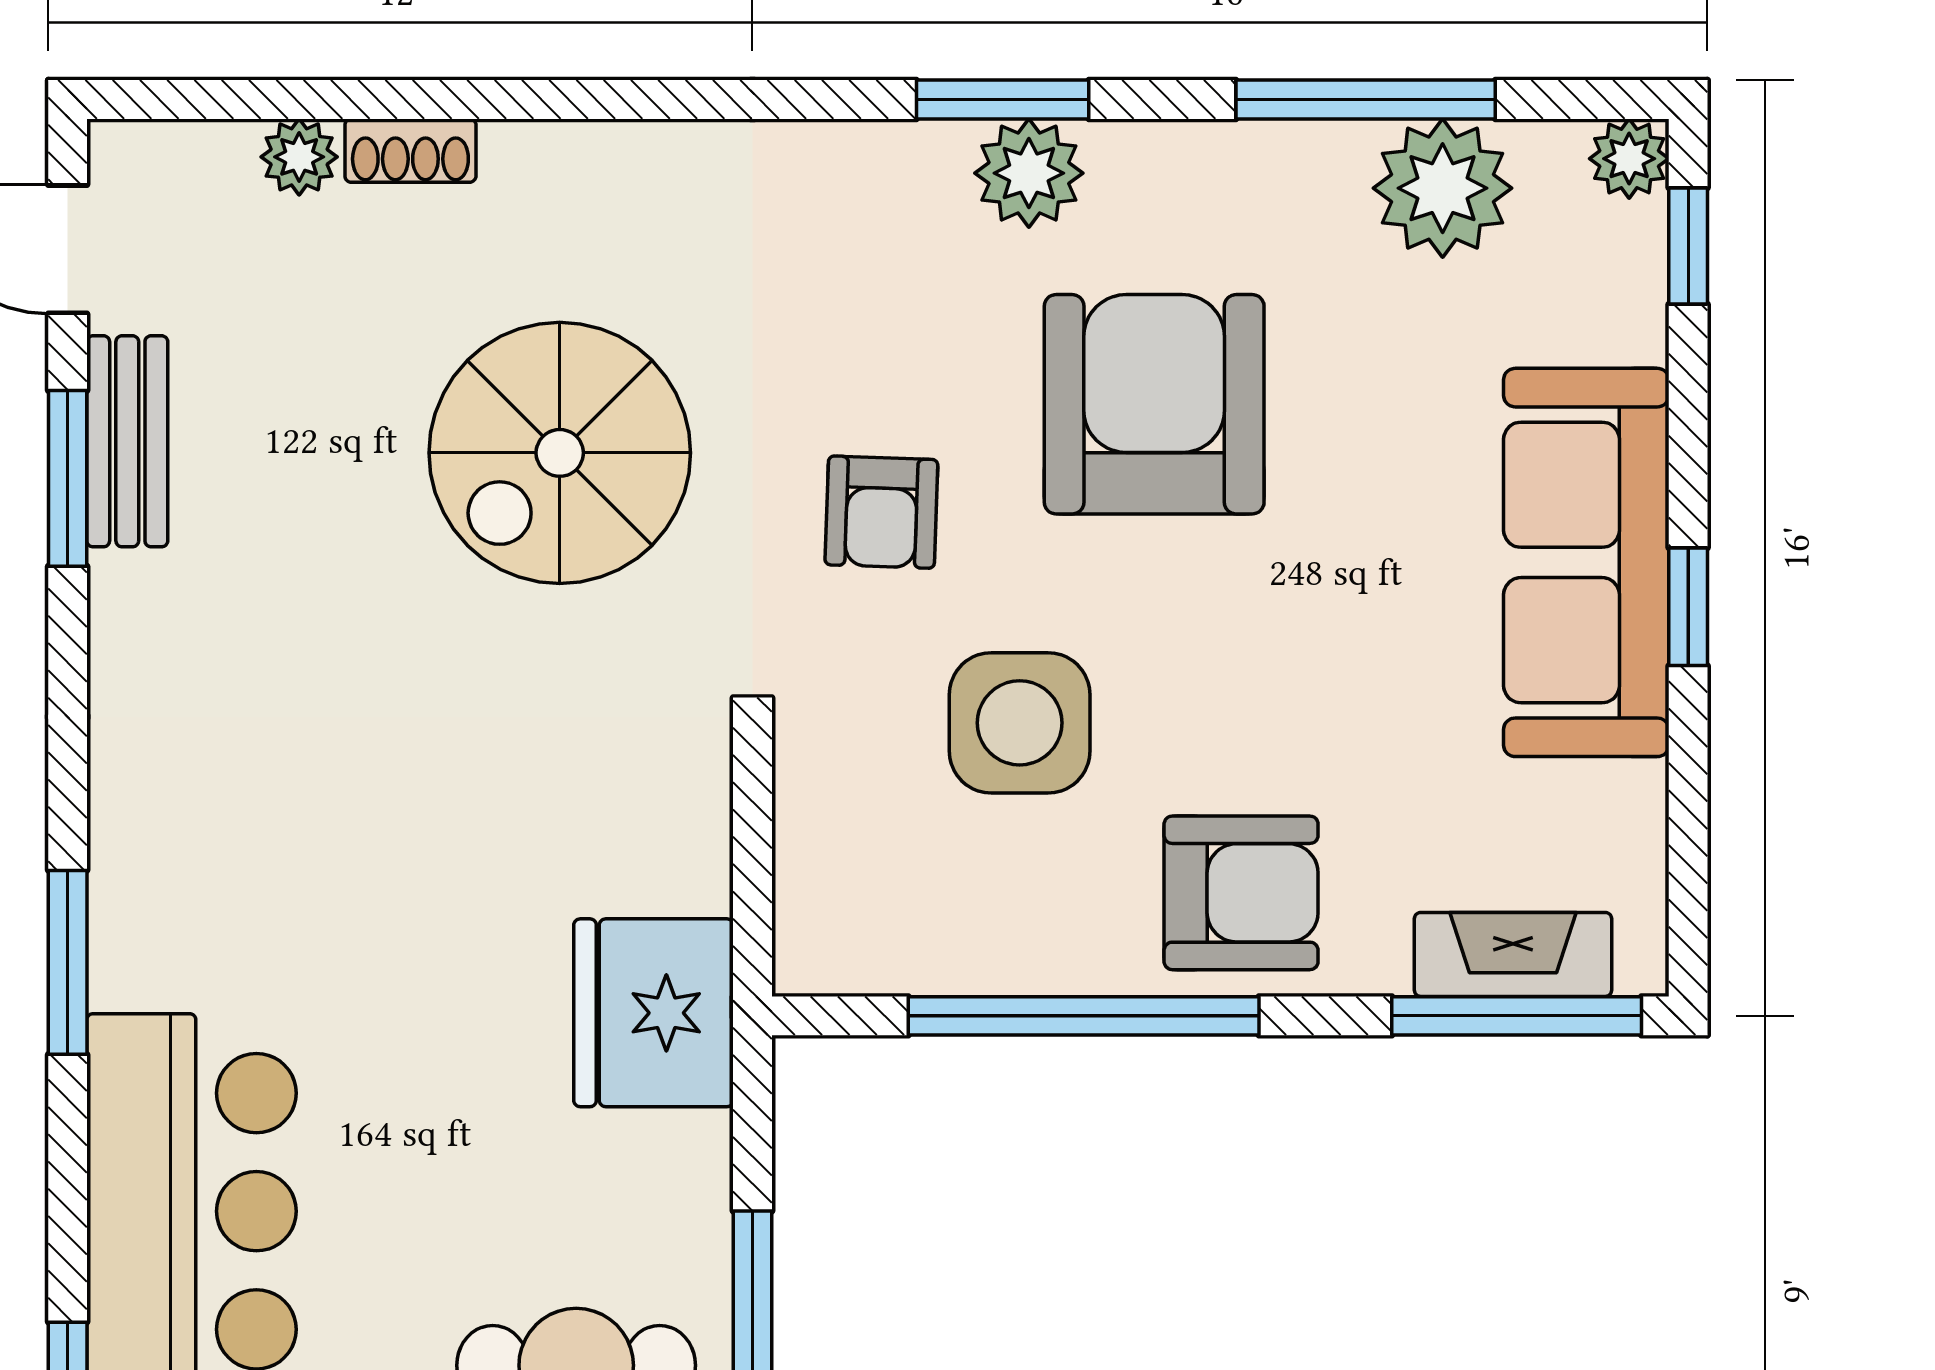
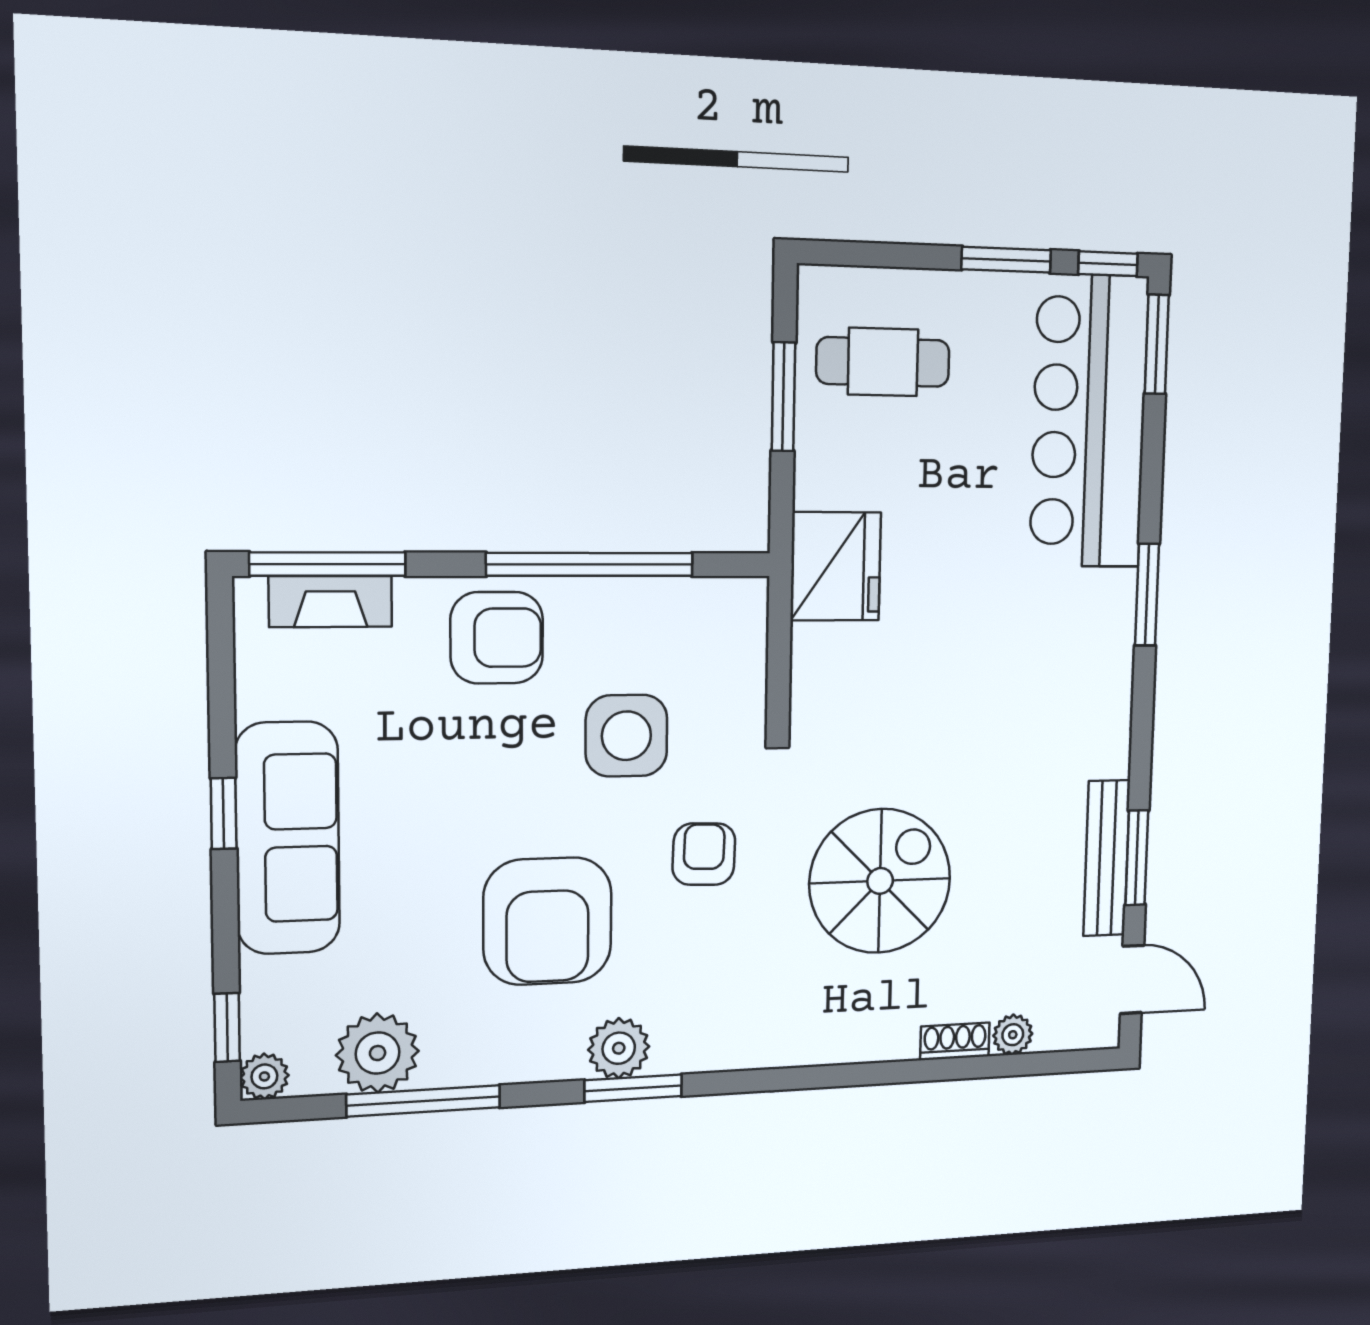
bench: (127, 441) -> (1107, 858), width x1.36
armchair: (1241, 893) -> (497, 638), turned 180

